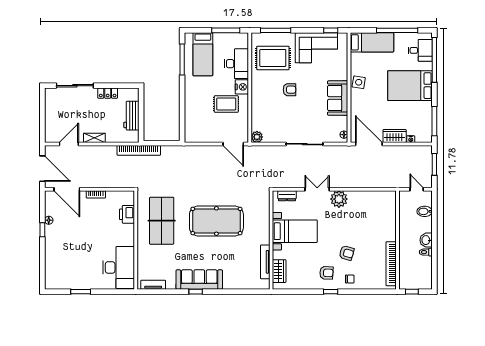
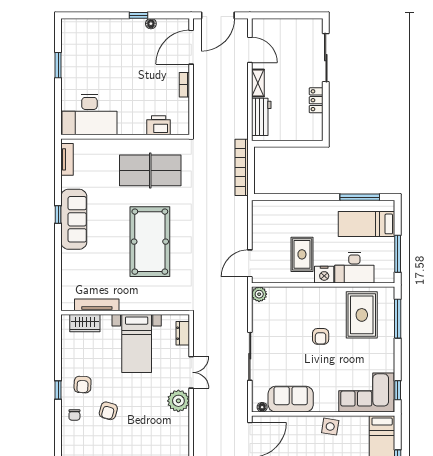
corner sofa: (316, 48) -> (366, 393), moved, turned 90
sofa: (338, 98) -> (291, 399), moved
workbench: (131, 116) -> (261, 117), moved, turned 90
bookcase: (139, 150) -> (242, 167), moved

